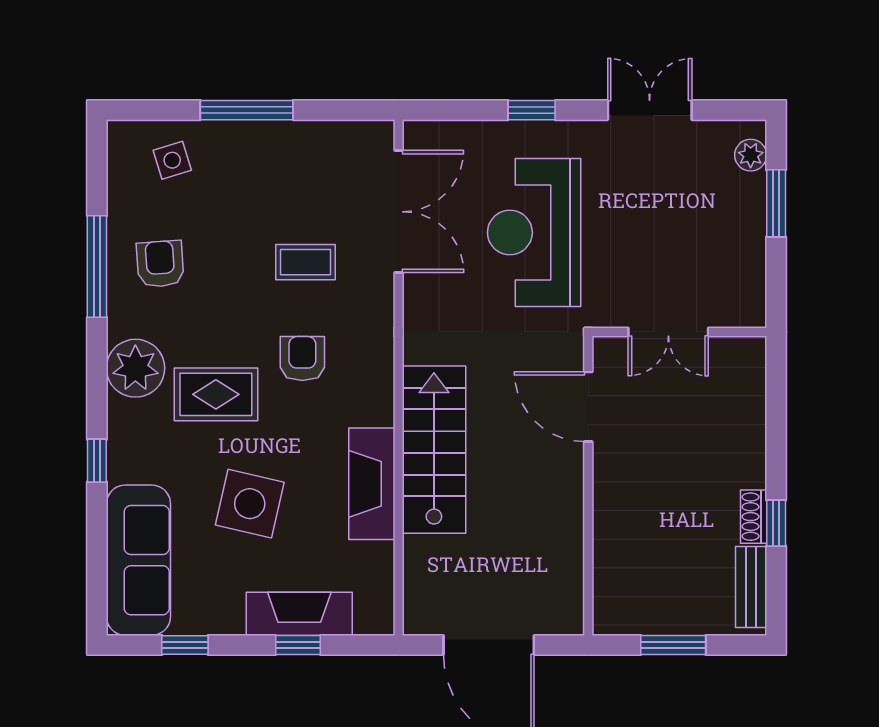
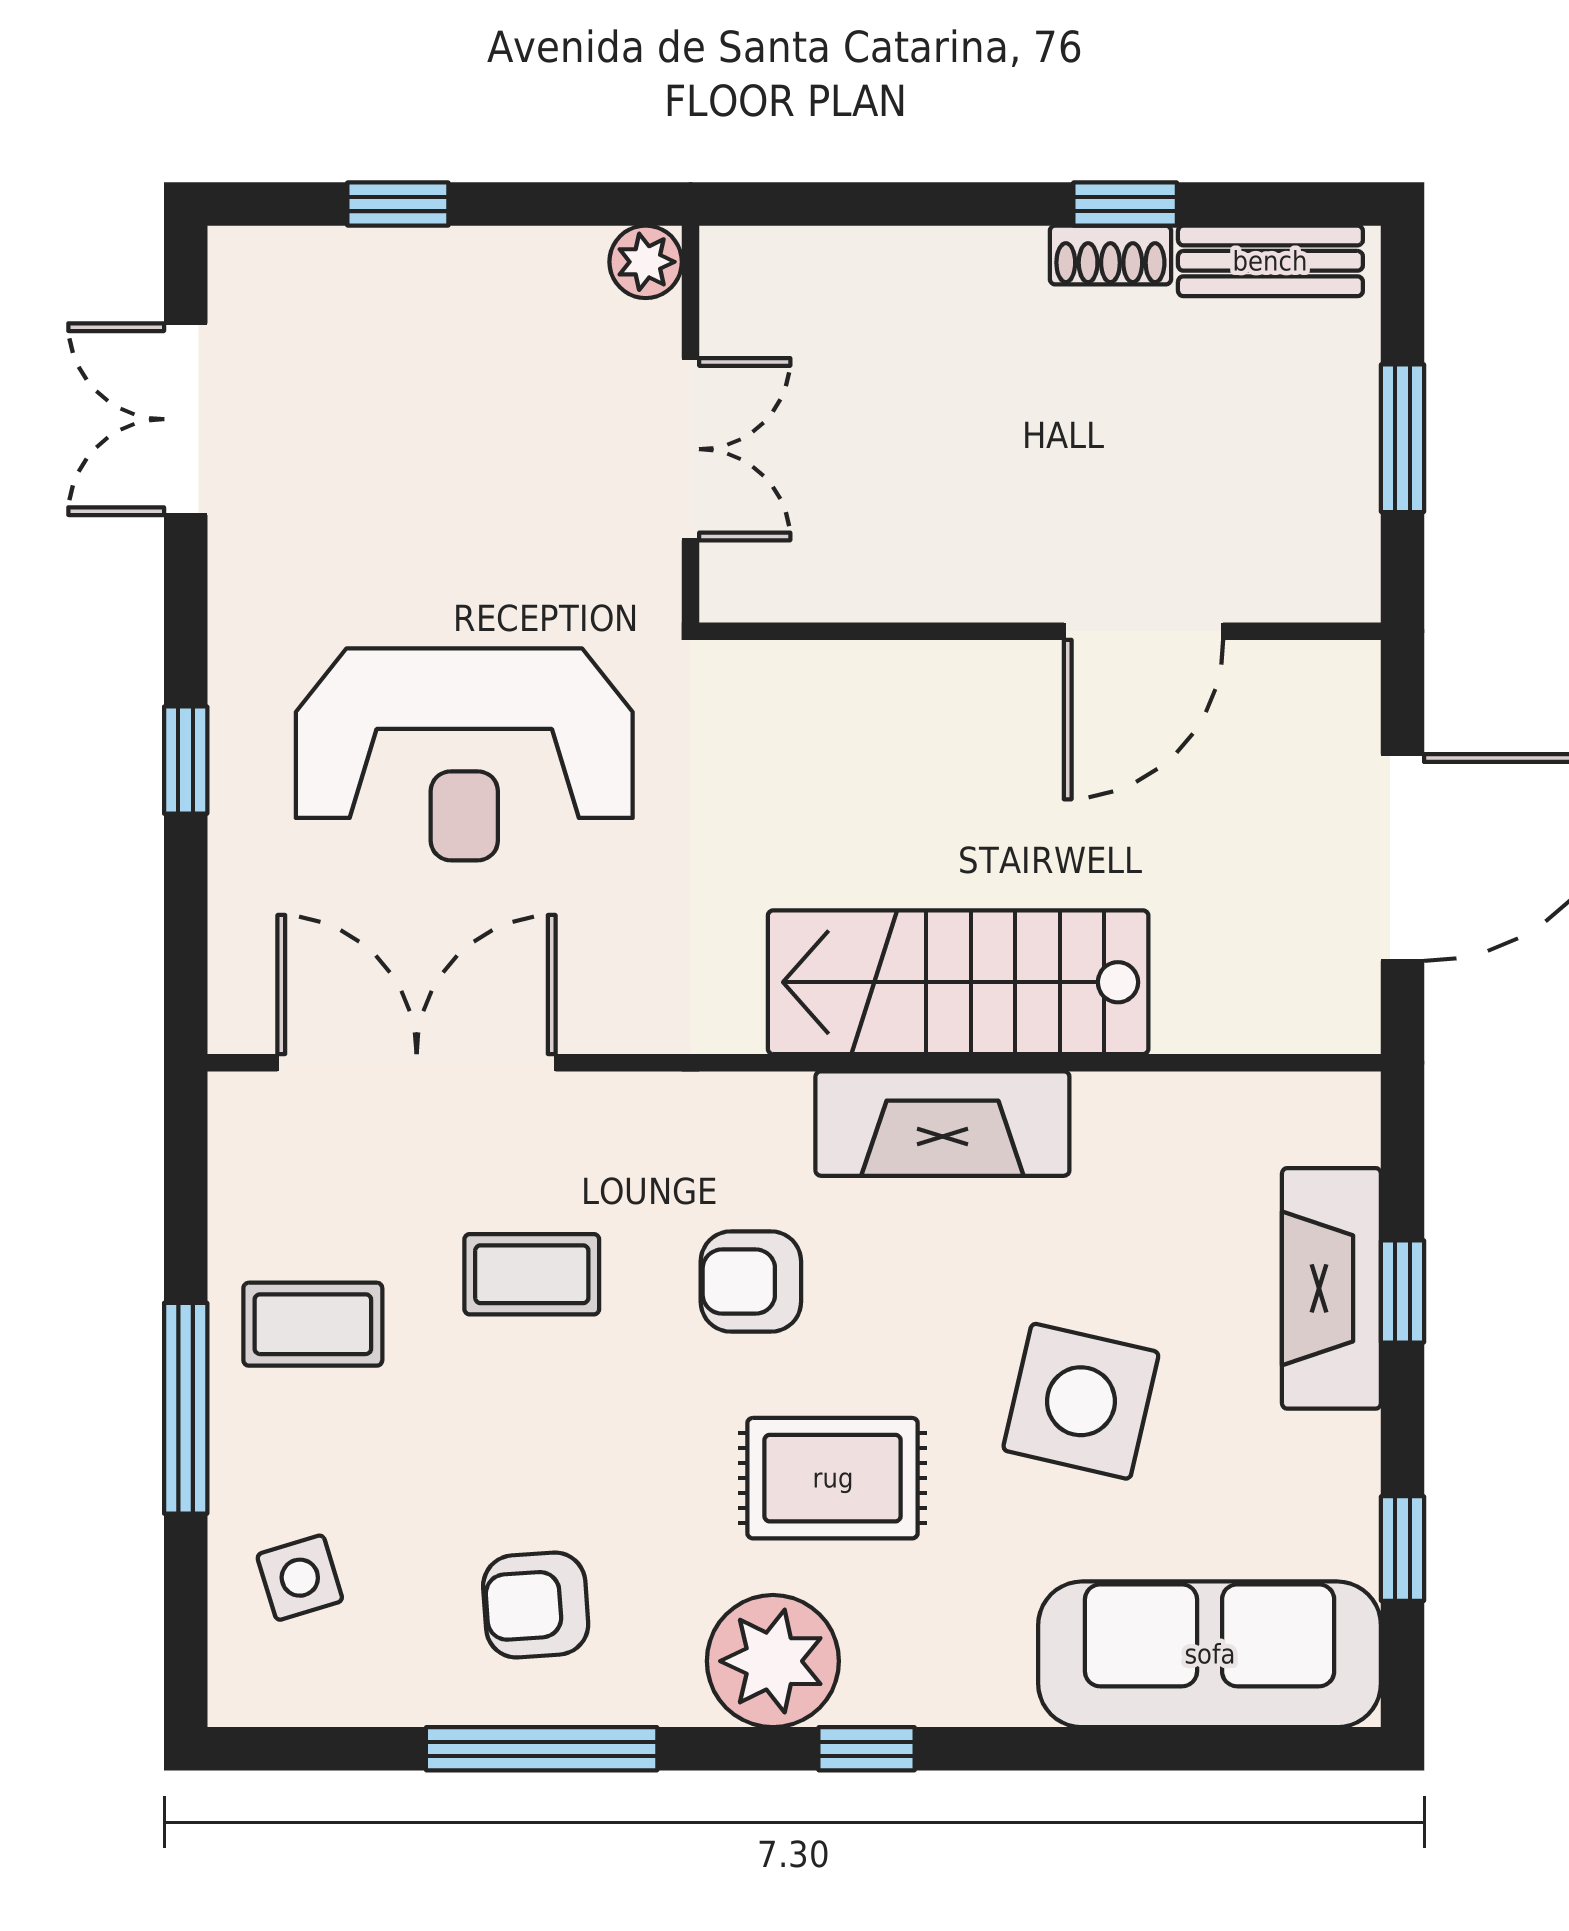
double door: (650, 110) -> (186, 419), moved
plant: (751, 155) -> (646, 262), moved
coffee table: (284, 166) -> (313, 1324), added
window: (776, 203) -> (398, 204), width x0.67
coffee table: (306, 262) -> (532, 1274), turned 90
rug: (216, 394) -> (833, 1478), turned 90
door: (588, 407) -> (1143, 631), moved
window: (97, 461) -> (867, 1749), moved
fireplace: (372, 484) -> (942, 1124), moved

